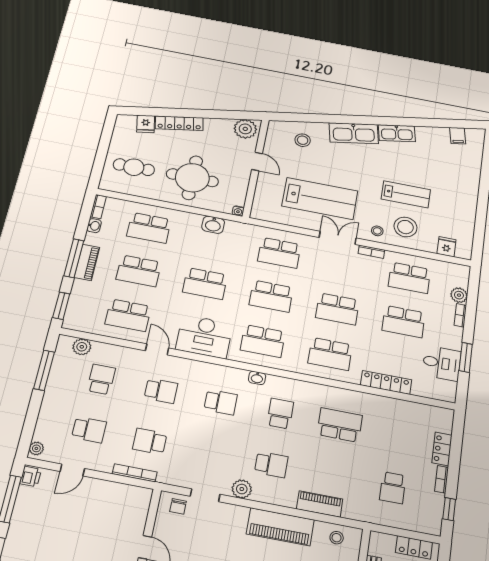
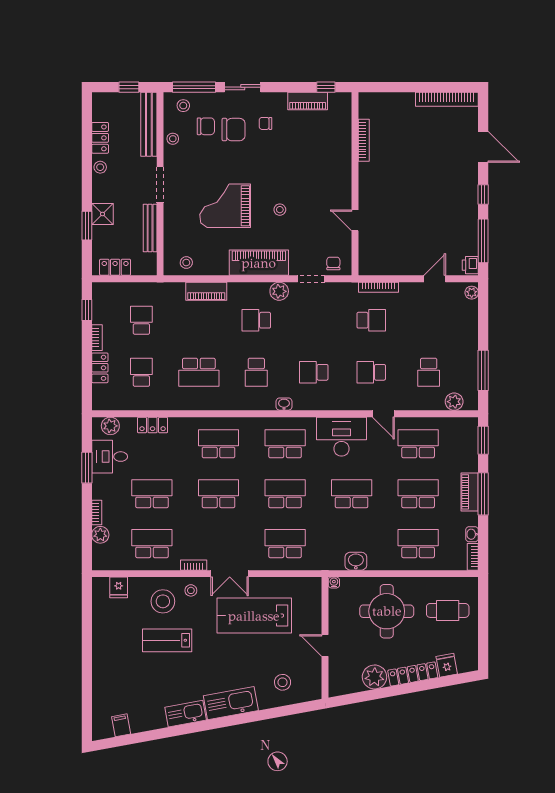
plant: (245, 129) -> (374, 677), moved
locker: (386, 382) -> (153, 425), width x0.66
plant: (438, 391) -> (110, 426), added
school desk: (89, 430) -> (141, 372), moved, turned 90
piano: (280, 527) -> (259, 263), moved

